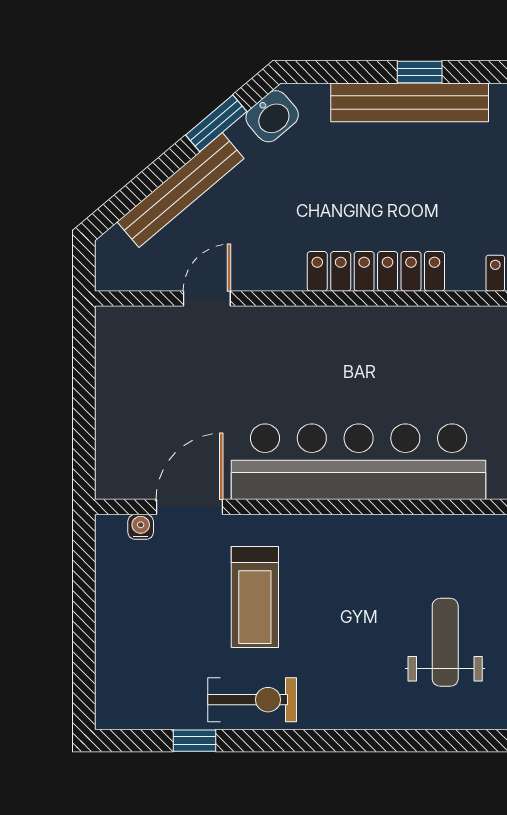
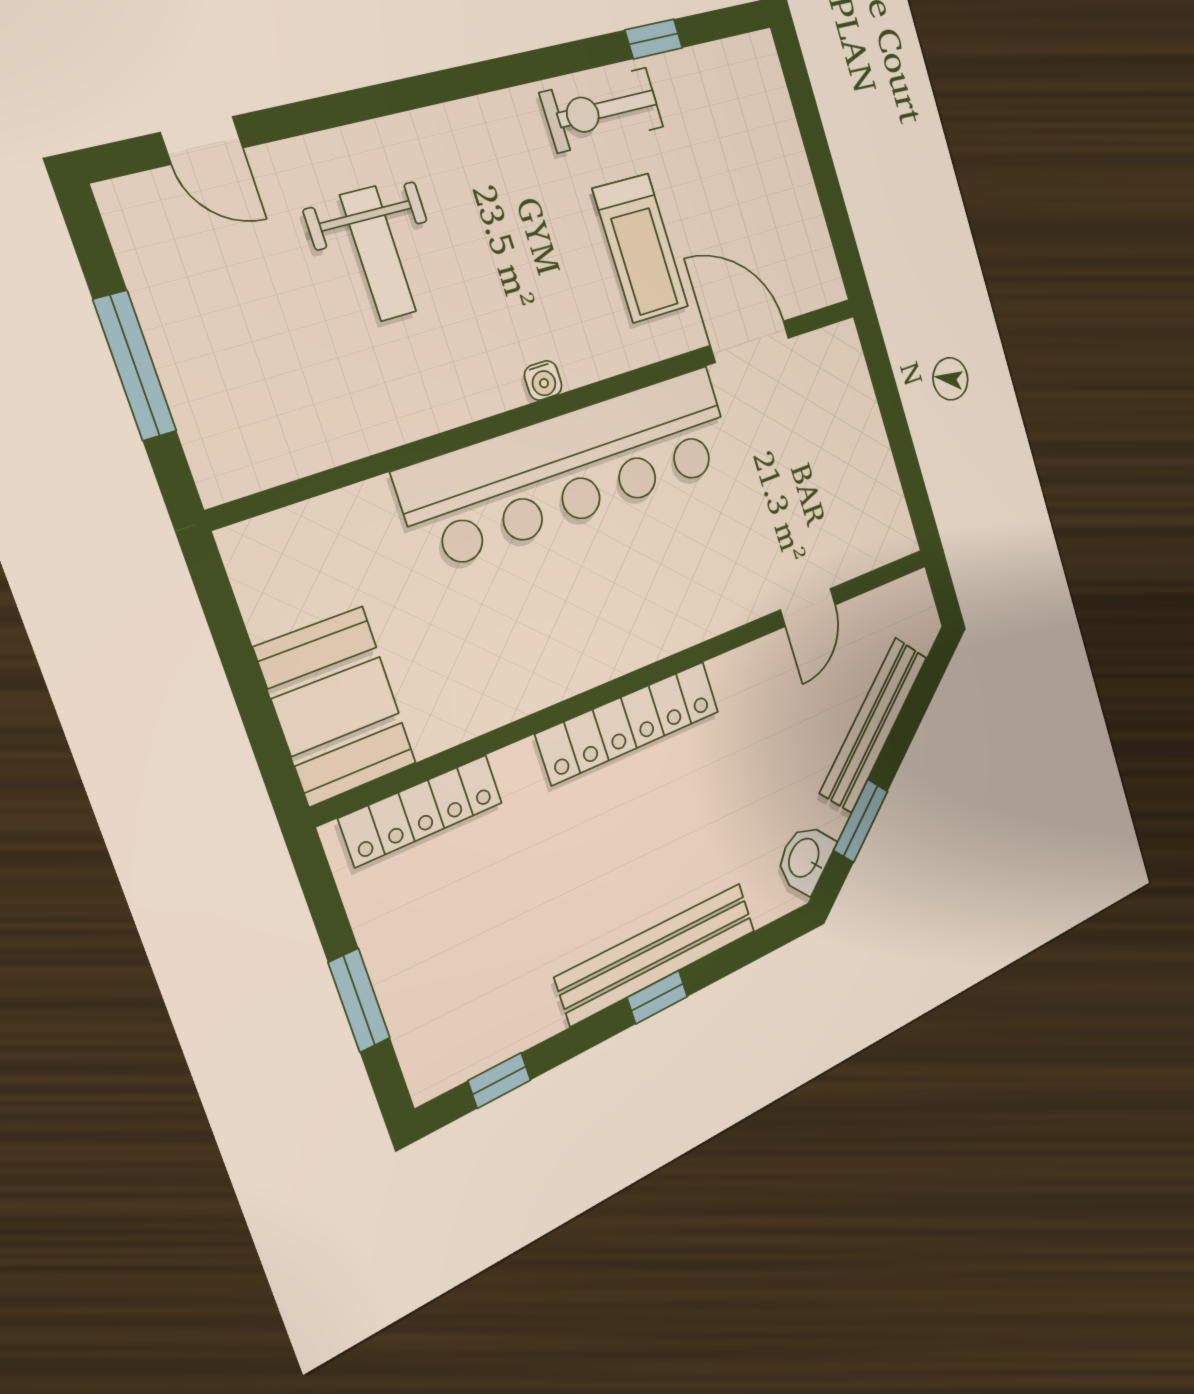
door: (190, 507) -> (750, 342), swing flipped
water cooler: (141, 527) -> (543, 380), moved
treadmill: (255, 597) -> (641, 248), turned 180

